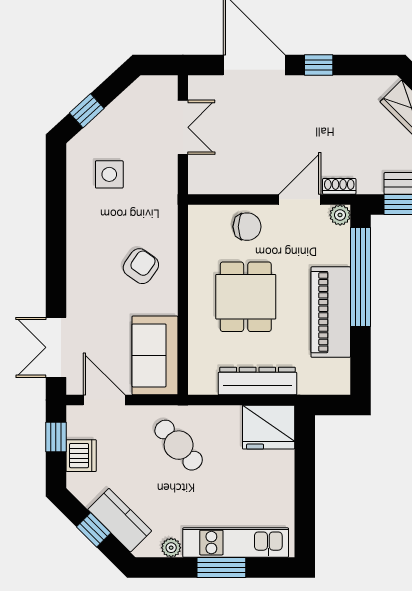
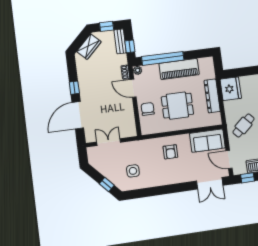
armchair: (141, 266) -> (170, 152), turned -125
door: (104, 400) -> (229, 160), hinge flipped

